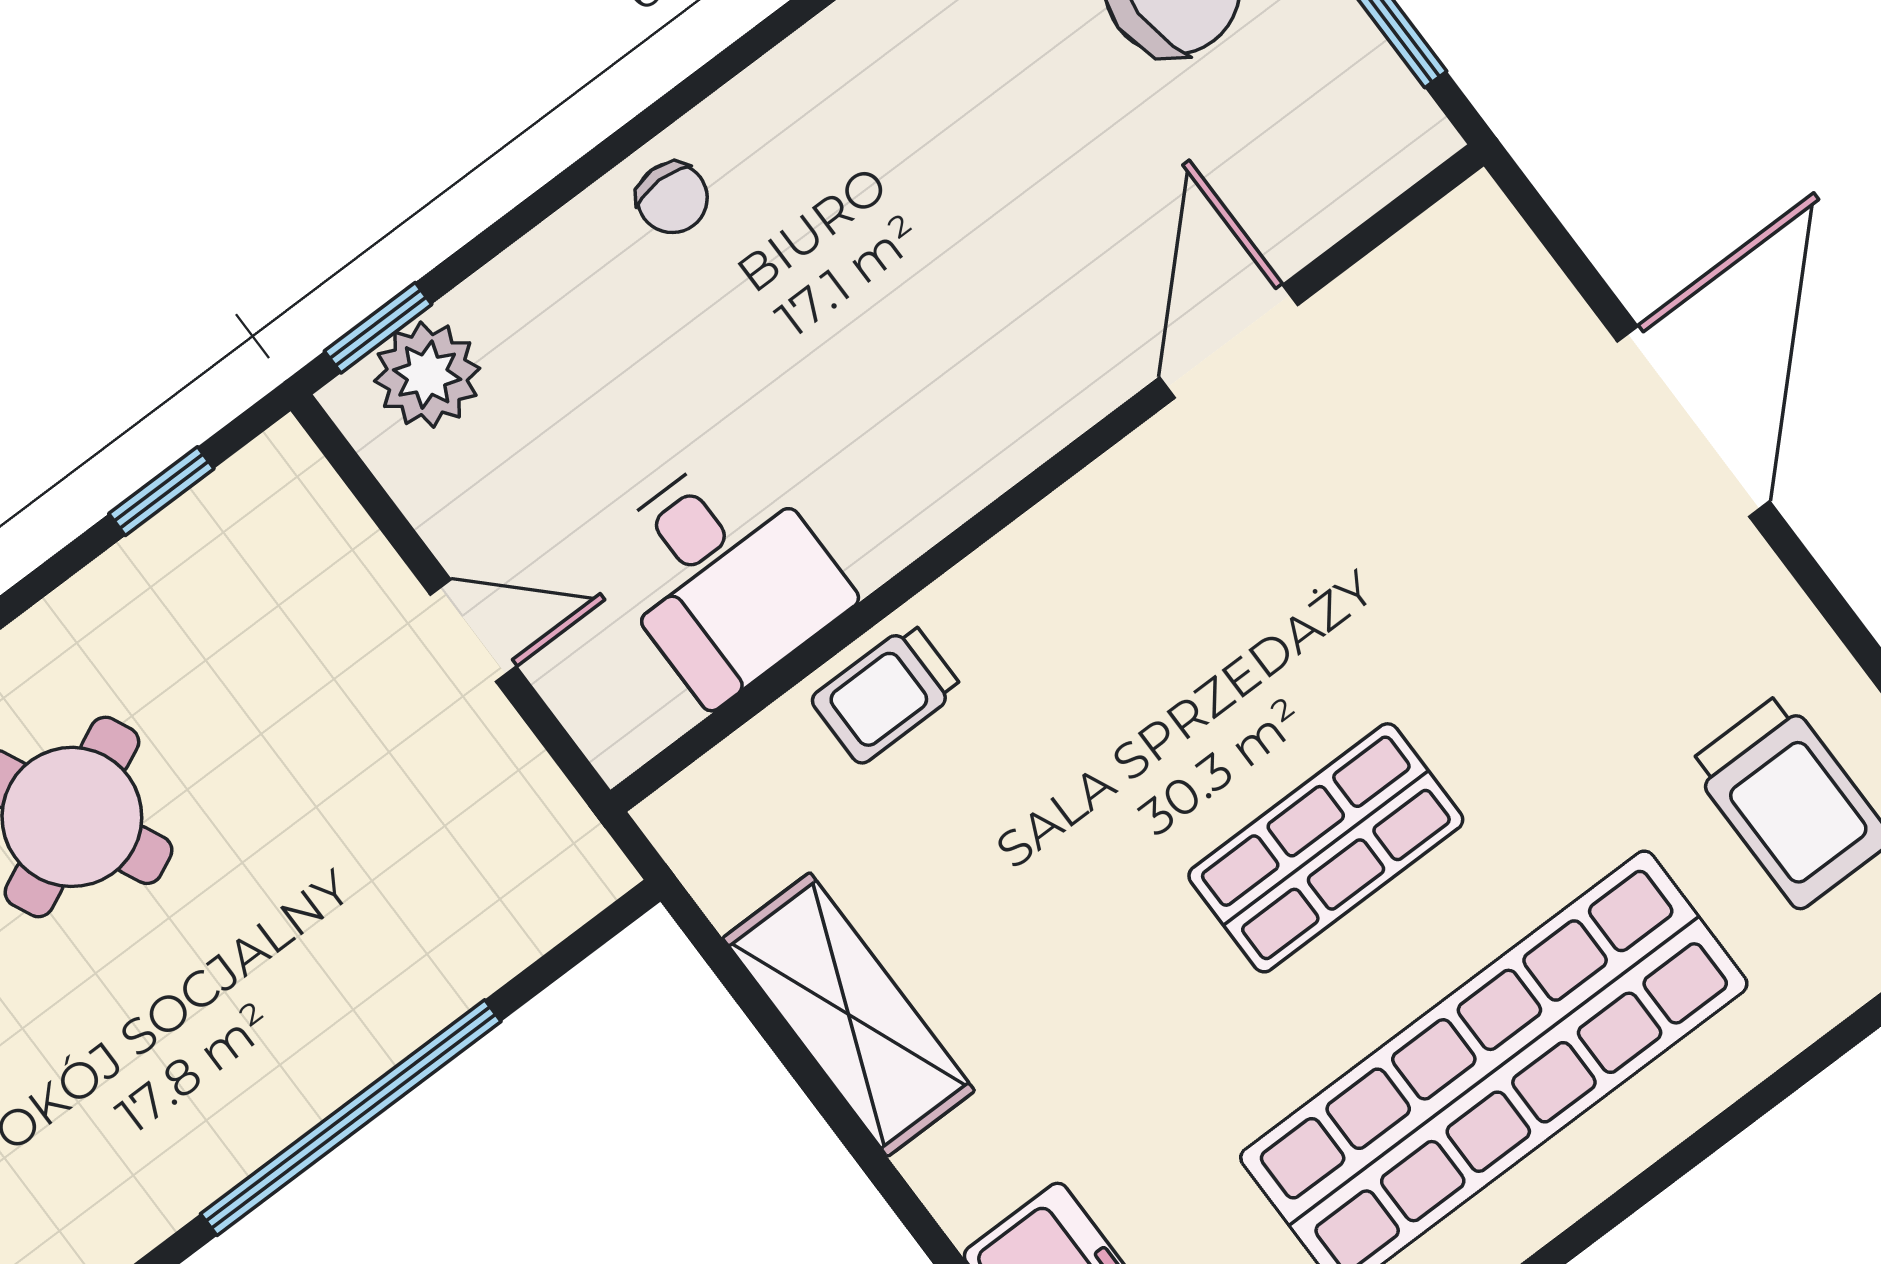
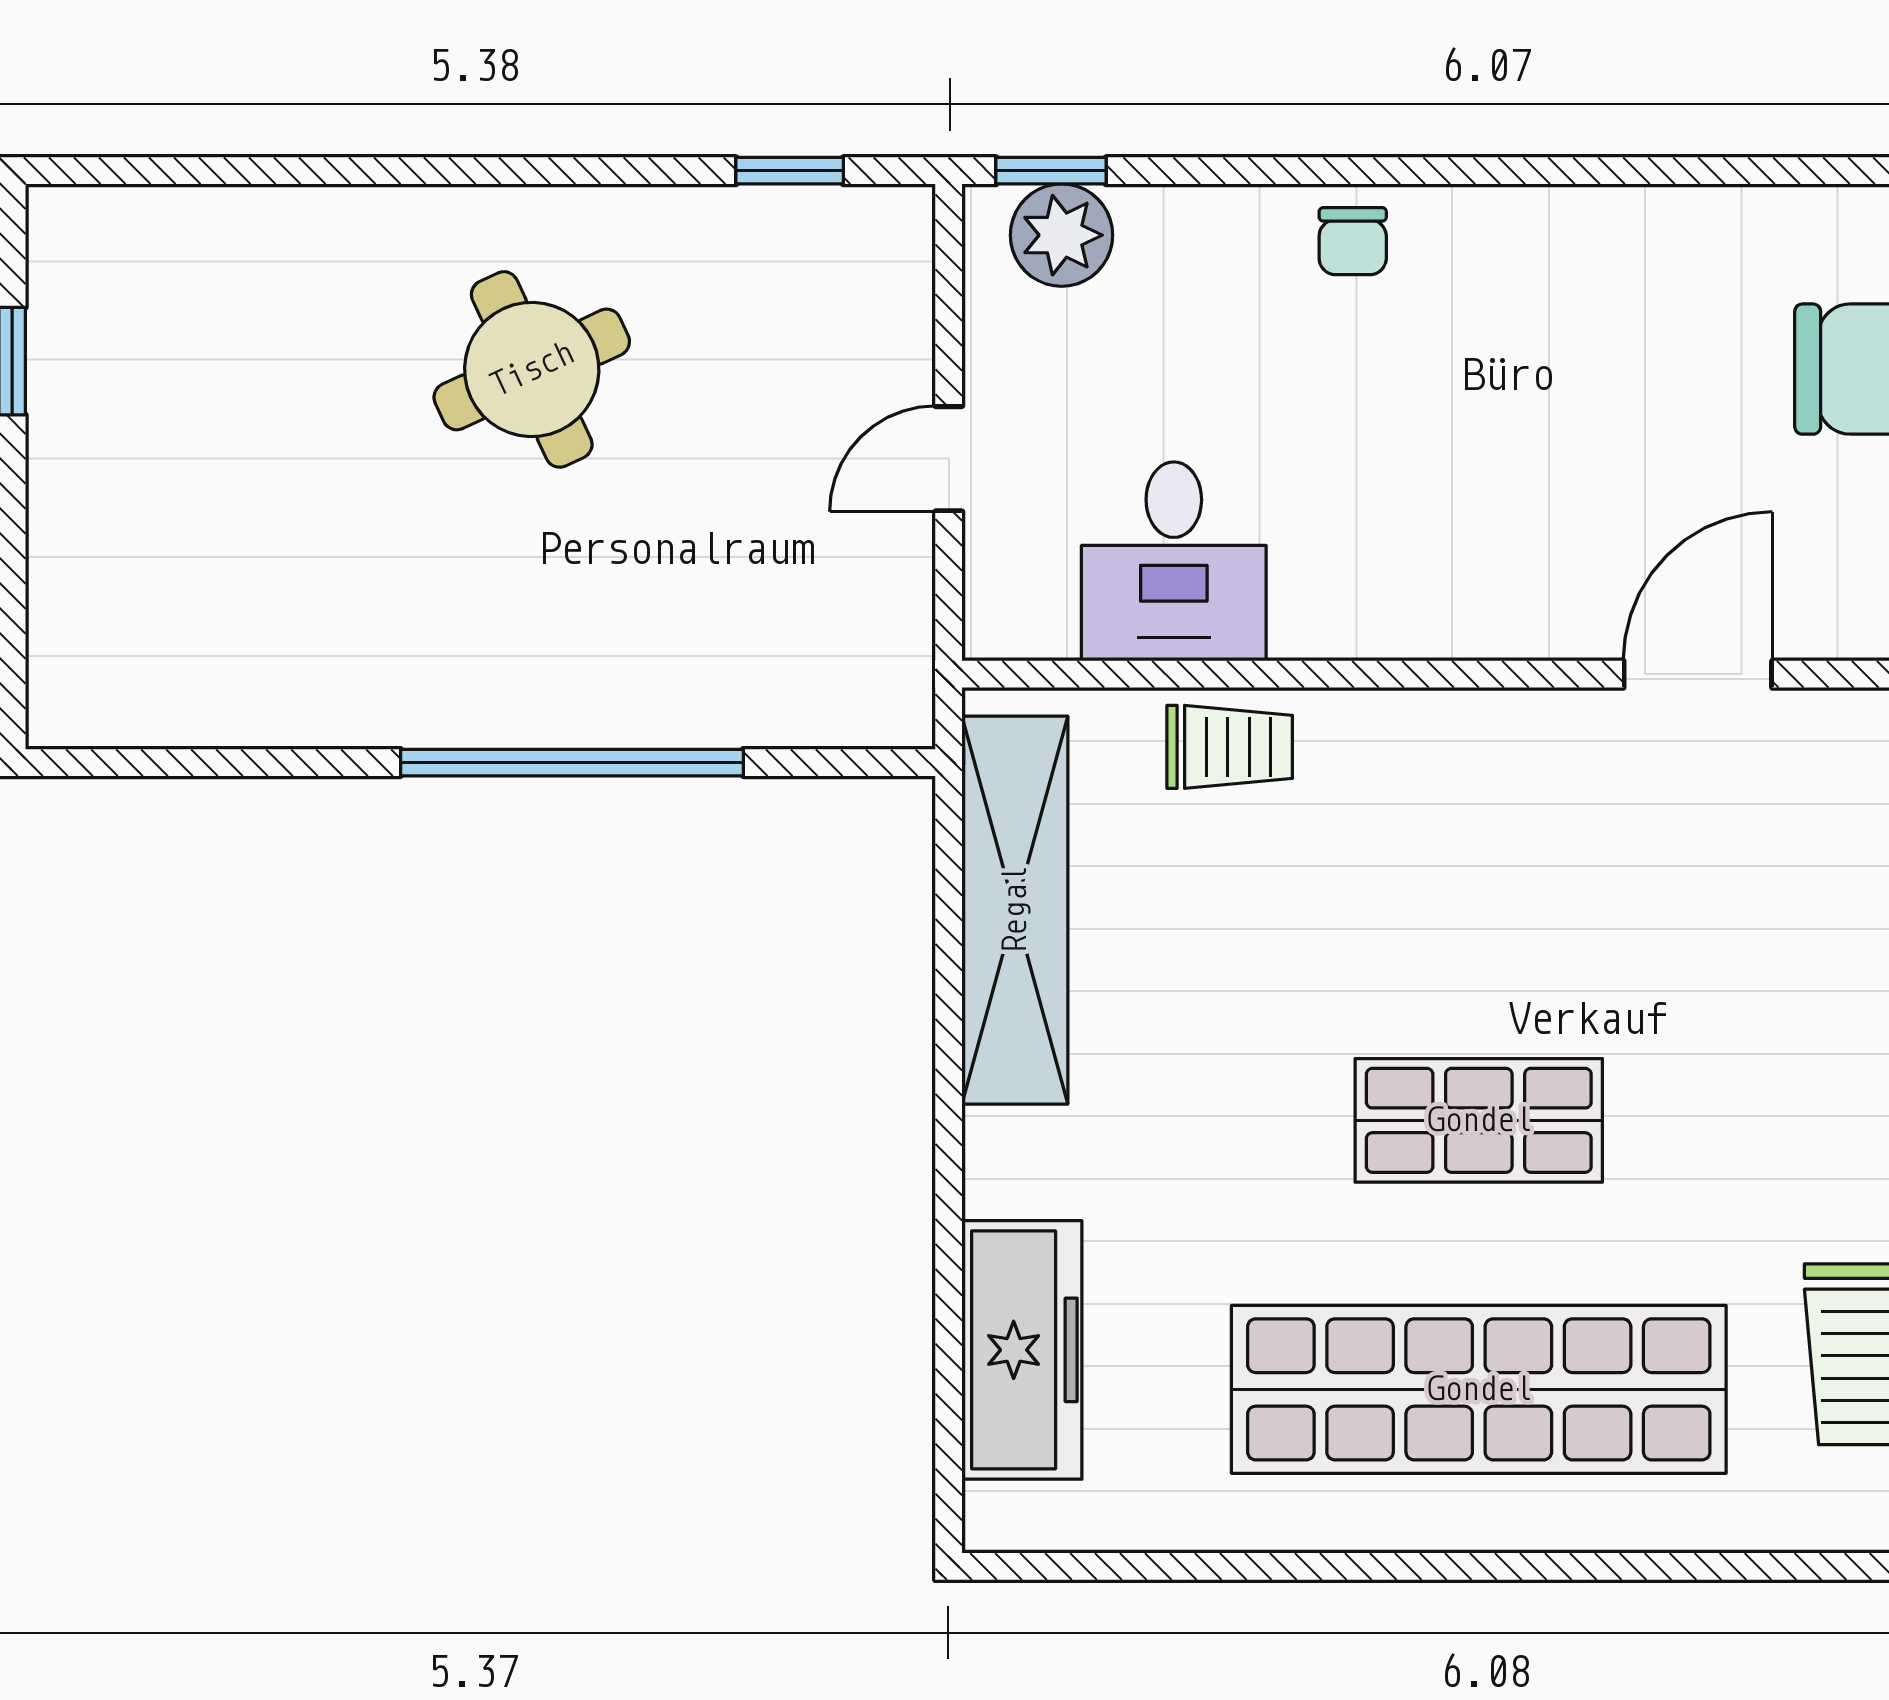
door: (473, 631) -> (949, 459), swing flipped
trolley: (886, 694) -> (1230, 747), turned 180
shelving: (849, 1015) -> (1015, 910), width x1.47

